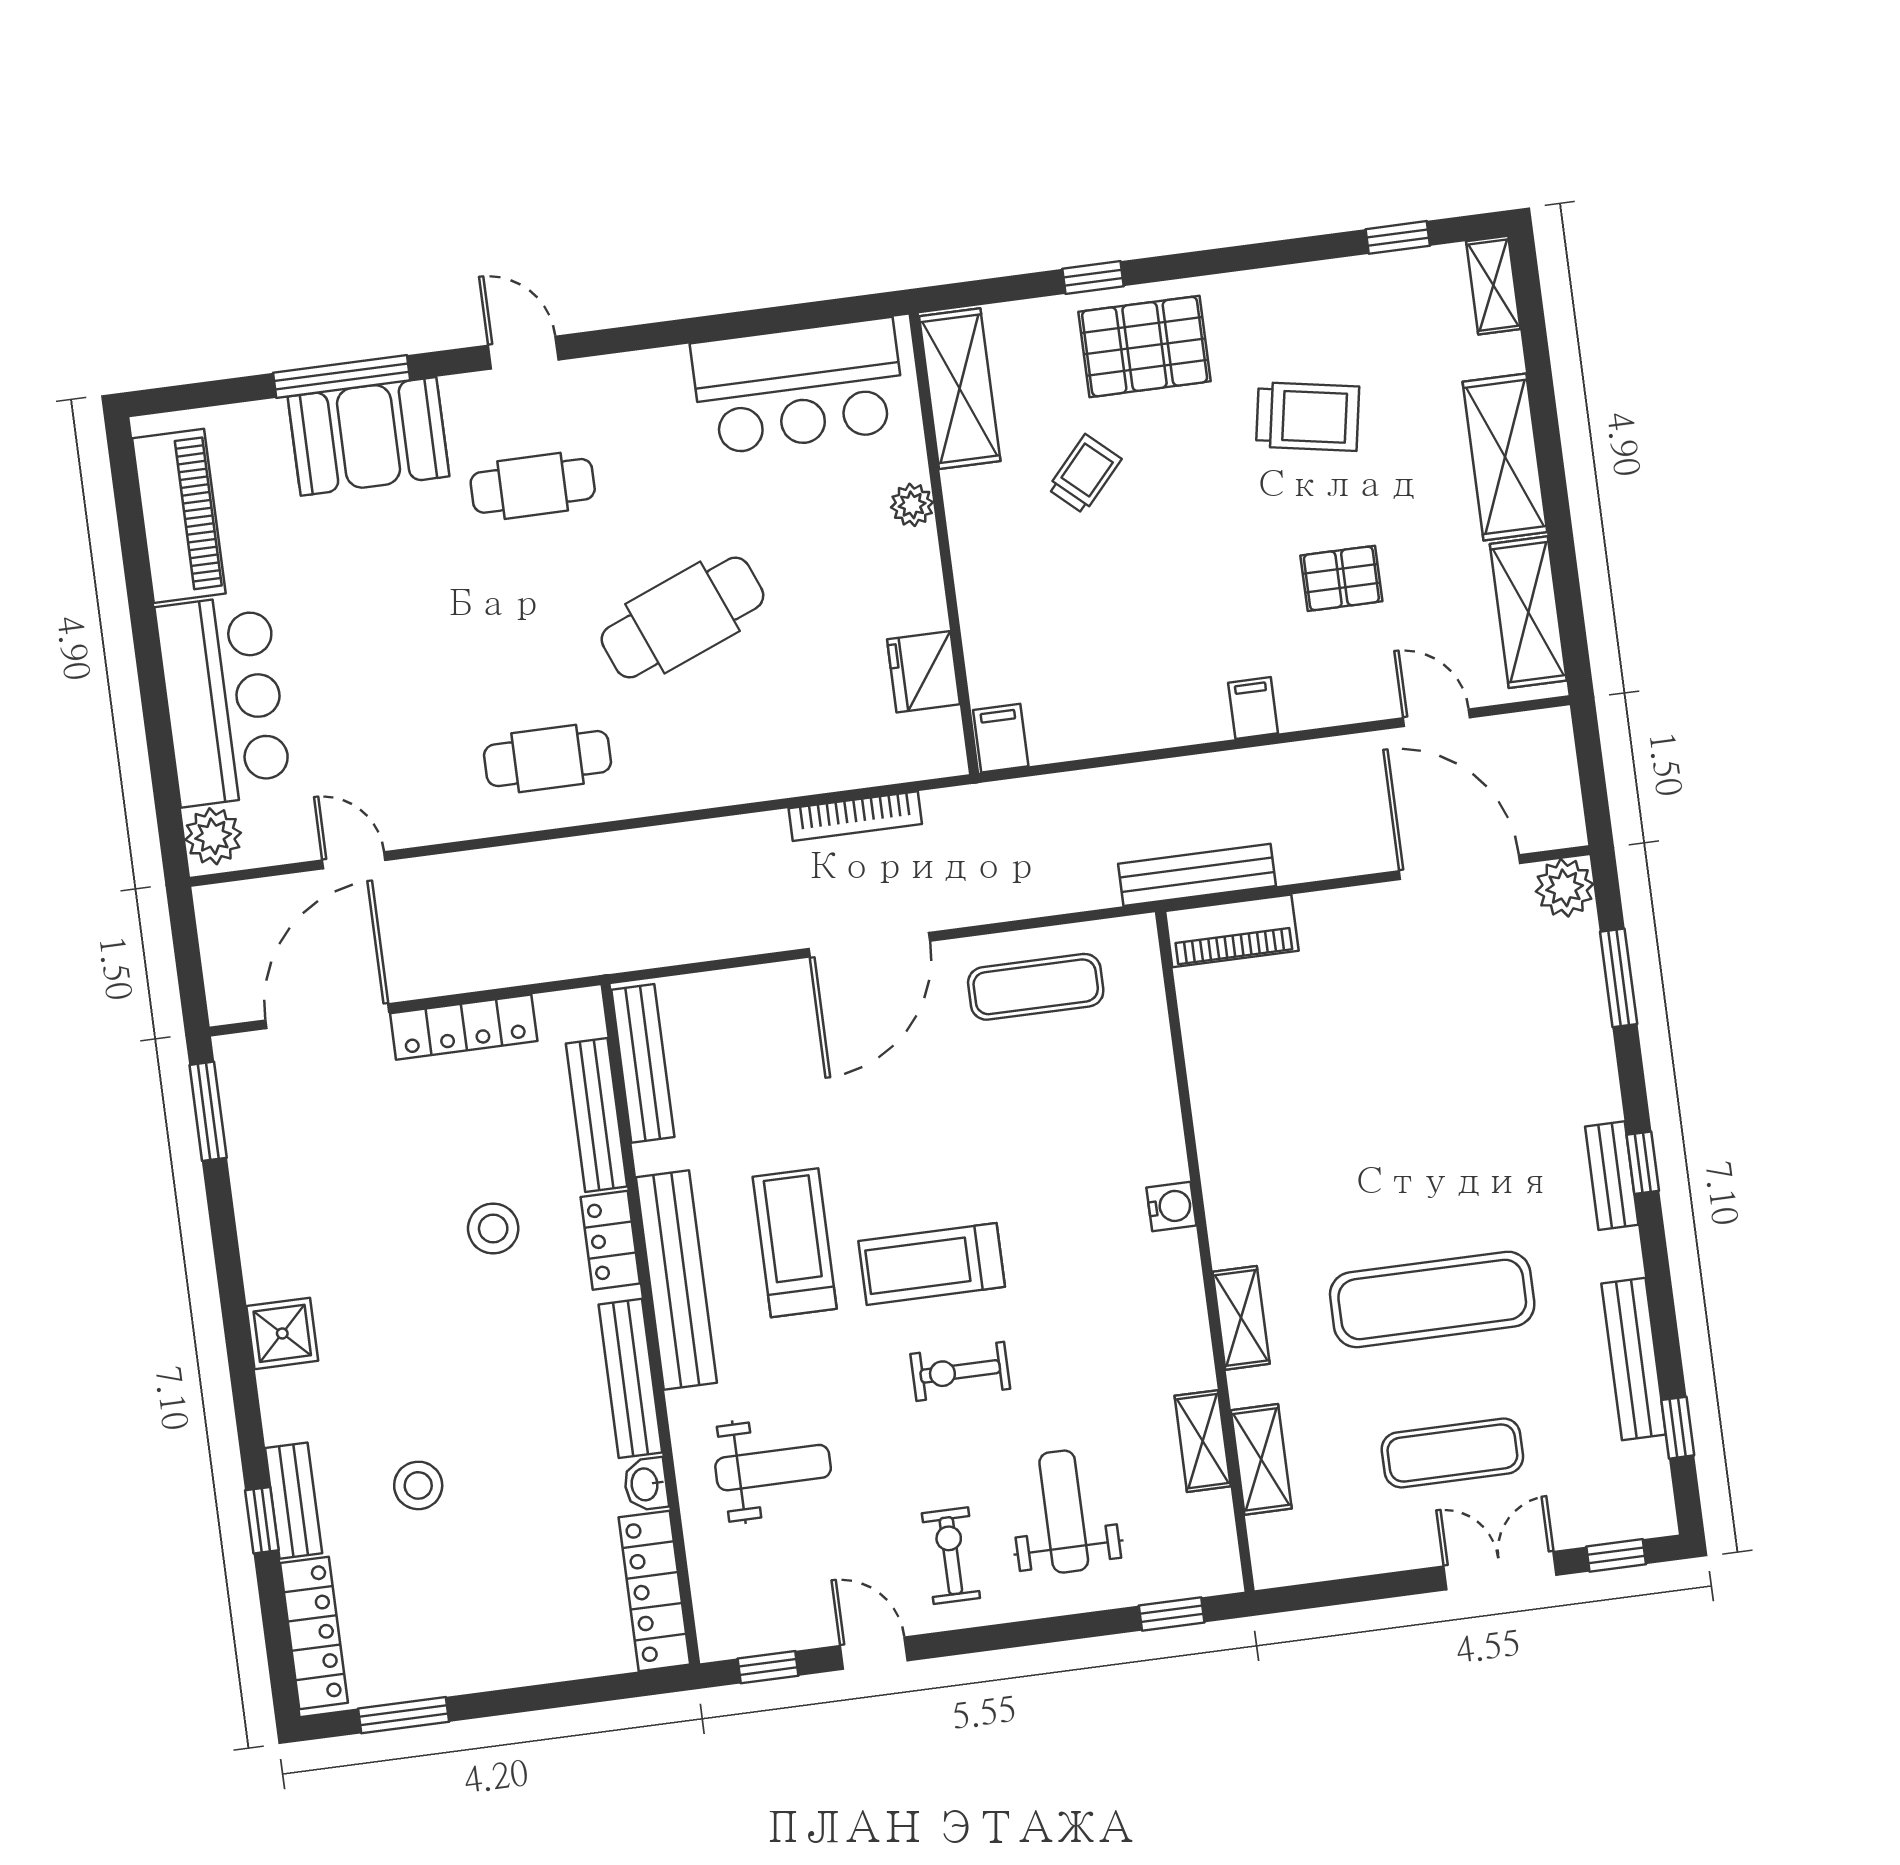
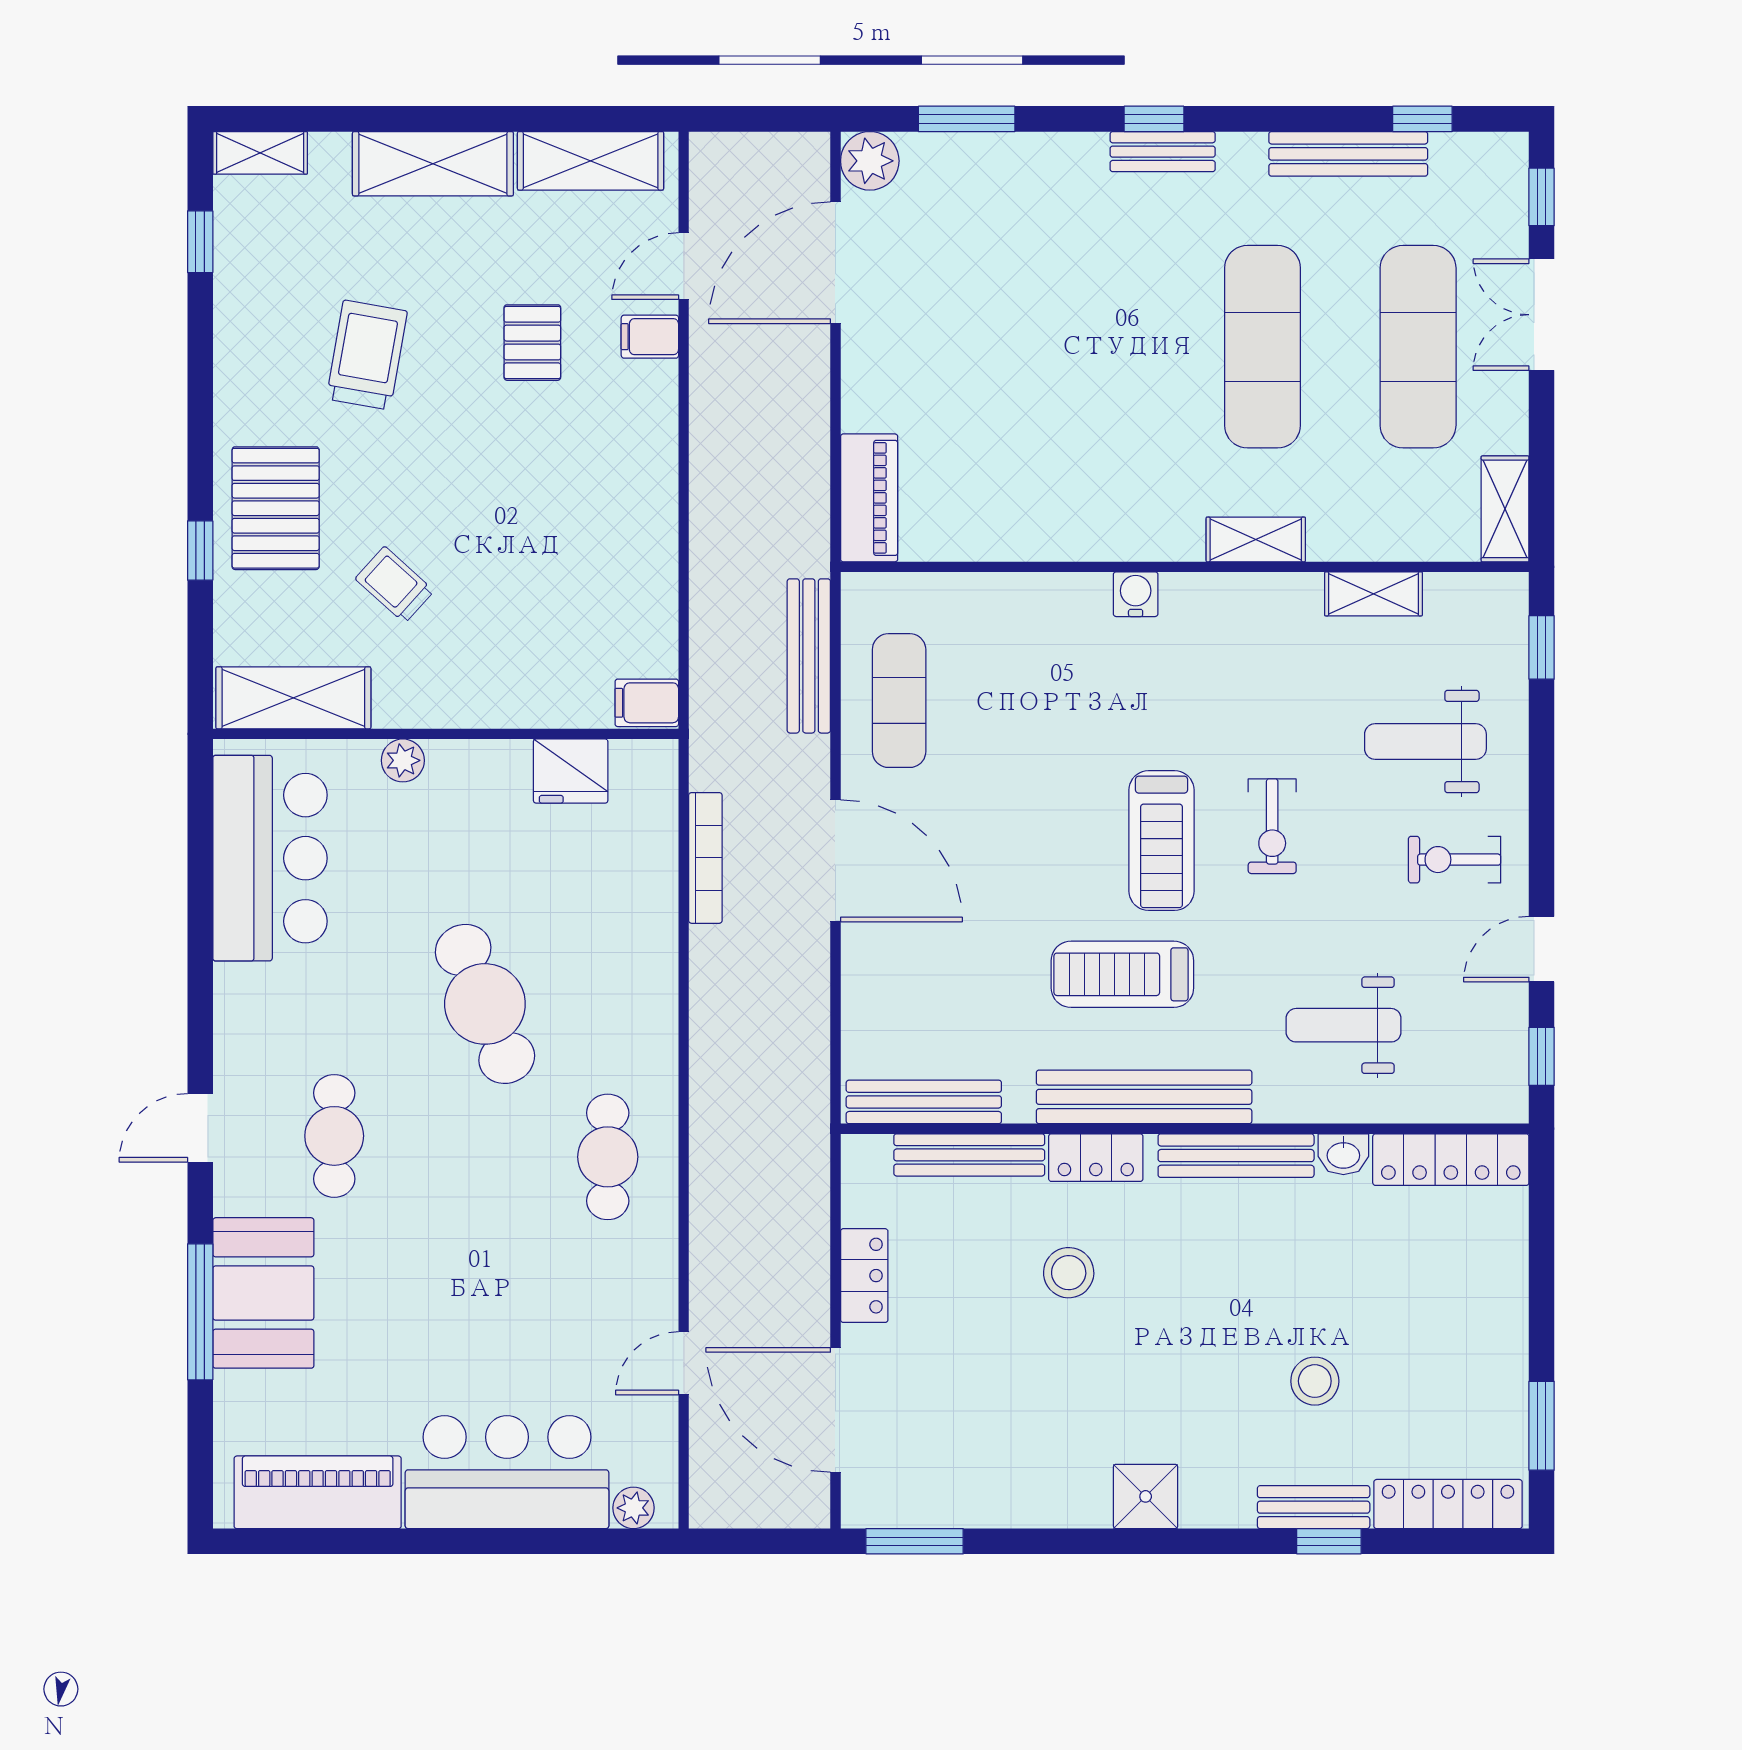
filing cabinet: (1253, 708) -> (650, 337), moved
plant: (213, 836) -> (633, 1508), width x0.73, depth x0.73
bench: (1197, 875) -> (809, 656), moved
locker: (464, 1027) -> (864, 1276), width x0.66
exercise mat: (1452, 1453) -> (1418, 347), width x1.36, depth x1.45
shelving: (1261, 1459) -> (1505, 509), moved, turned 90
weight bench: (773, 1468) -> (1344, 1025), turned -90

